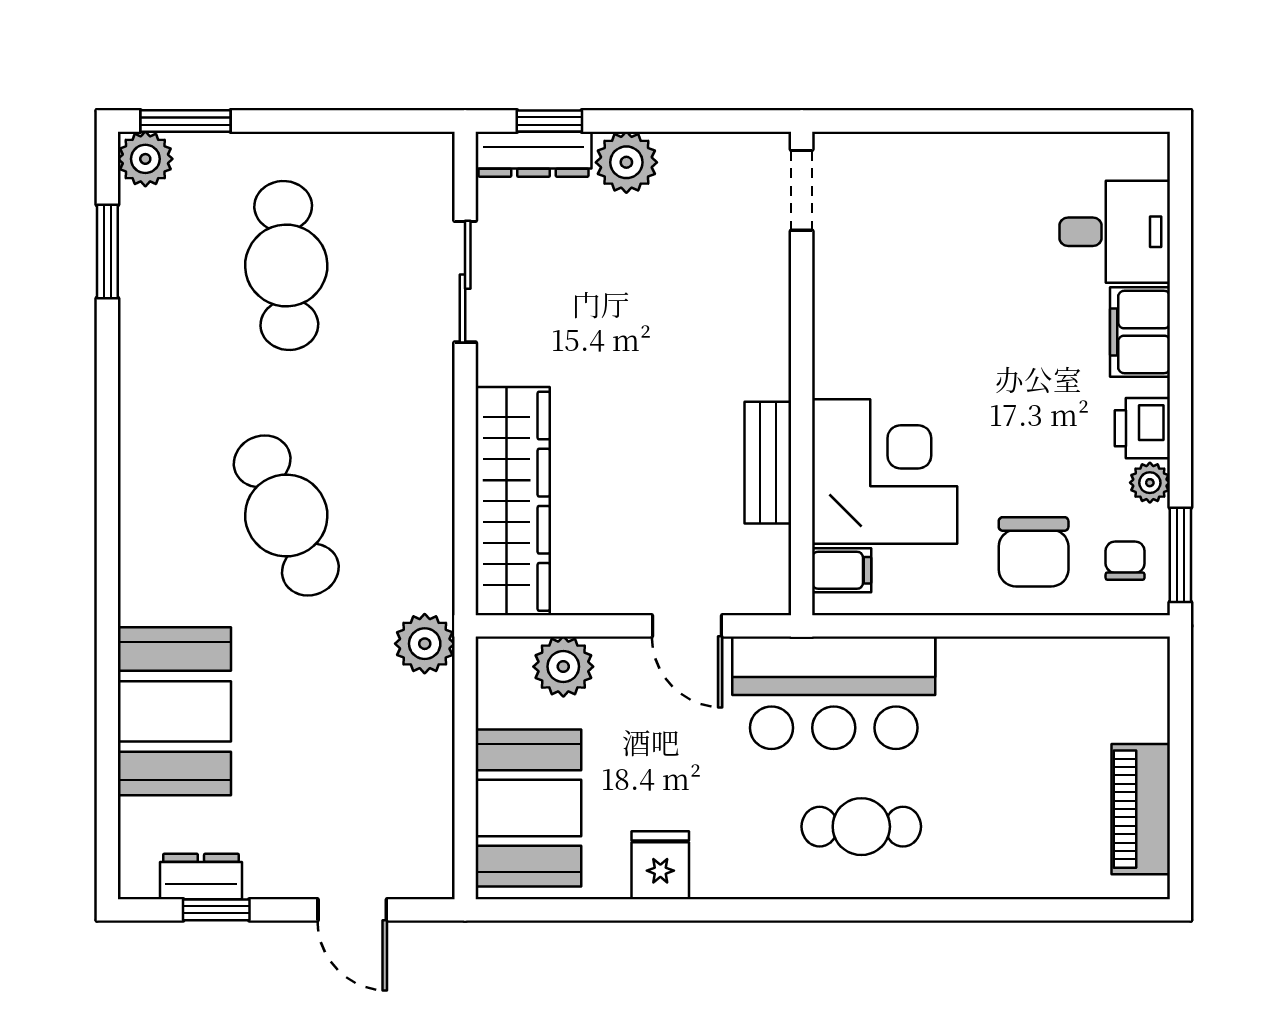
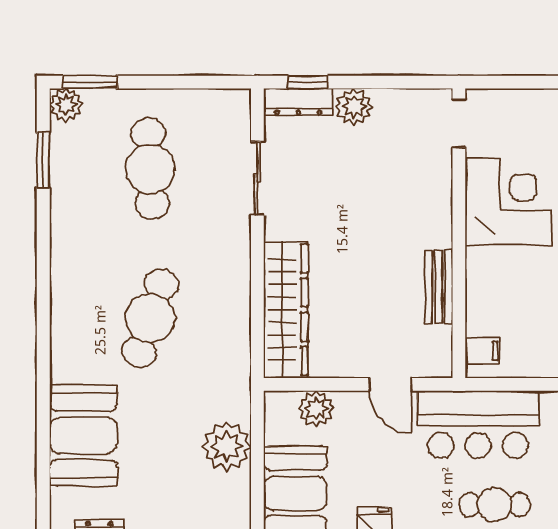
corner desk: (885, 472) -> (509, 202), moved
cafe table: (286, 515) -> (150, 318), turned 42
plant: (425, 644) -> (227, 446), moved, width x1.36, depth x1.36

